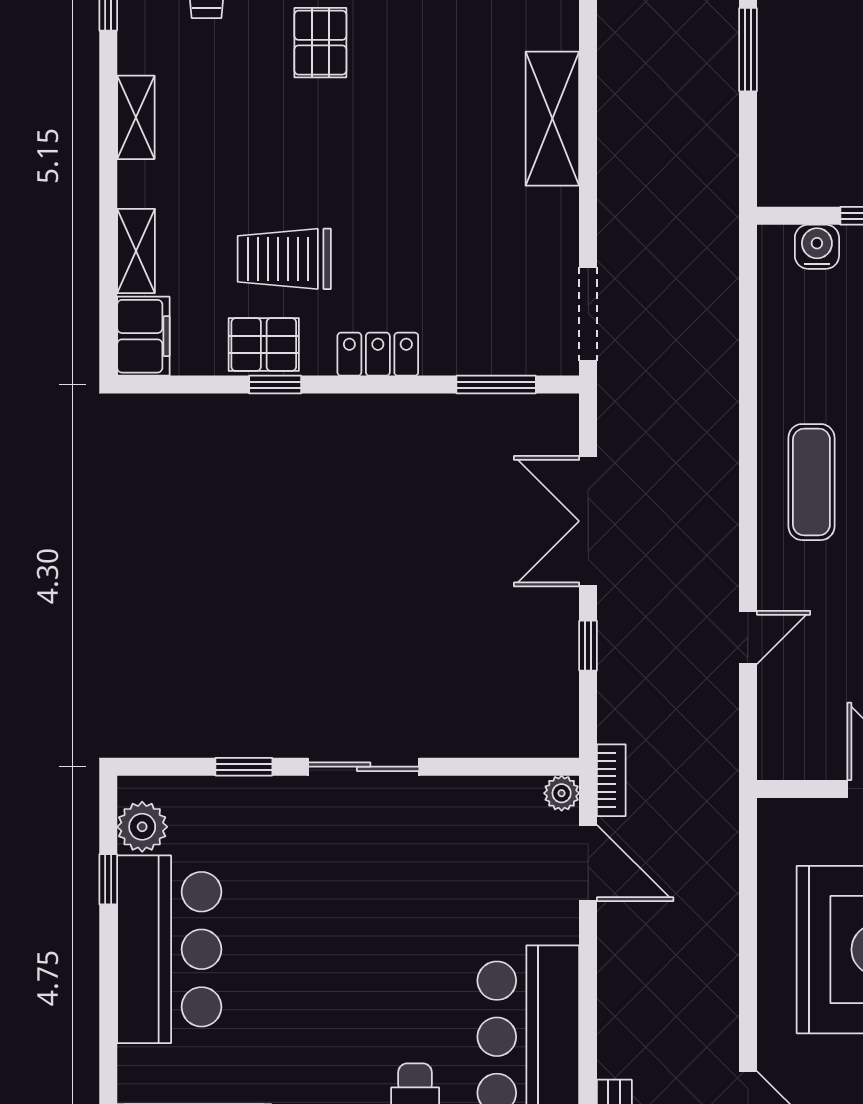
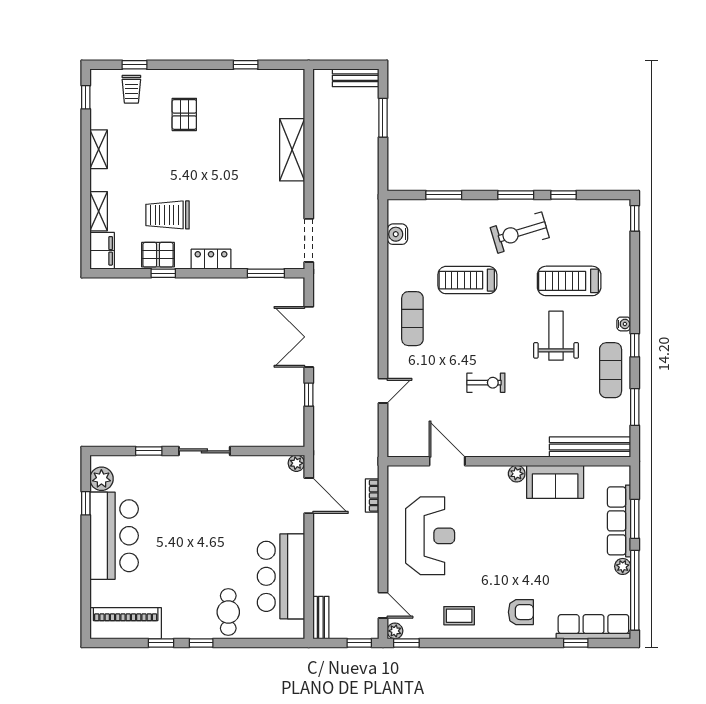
water cooler: (817, 247) -> (397, 234), moved, turned -90
bookcase: (611, 780) -> (372, 496), moved, turned 180

